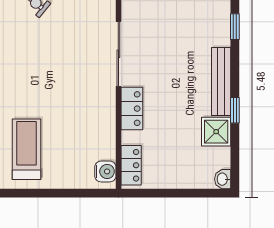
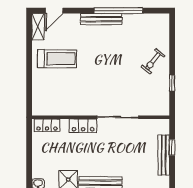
water cooler: (105, 171) -> (43, 109), removed

